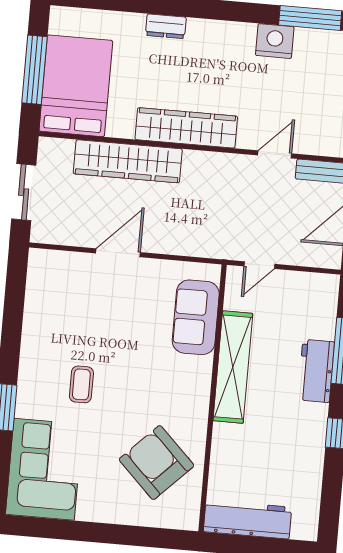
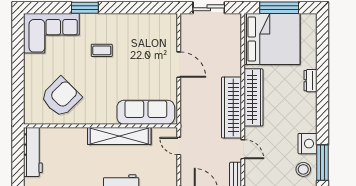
stool: (319, 52) -> (303, 169), added
bed: (76, 86) -> (272, 39), width x1.36
wardrobe: (128, 161) -> (231, 108), moved
sofa: (196, 317) -> (146, 112), width x1.36

